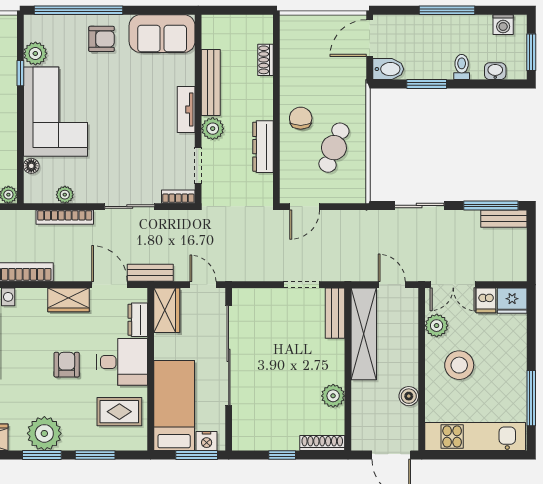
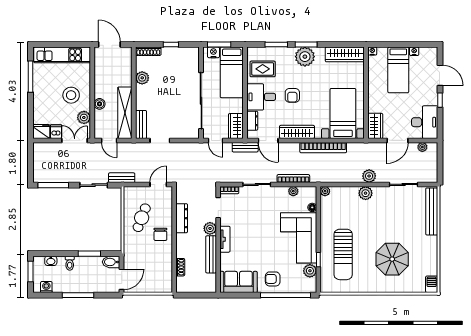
bench: (504, 219) -> (122, 178), moved
wardrobe: (69, 300) -> (297, 132), width x1.50
boiler: (409, 396) -> (100, 104), moved

